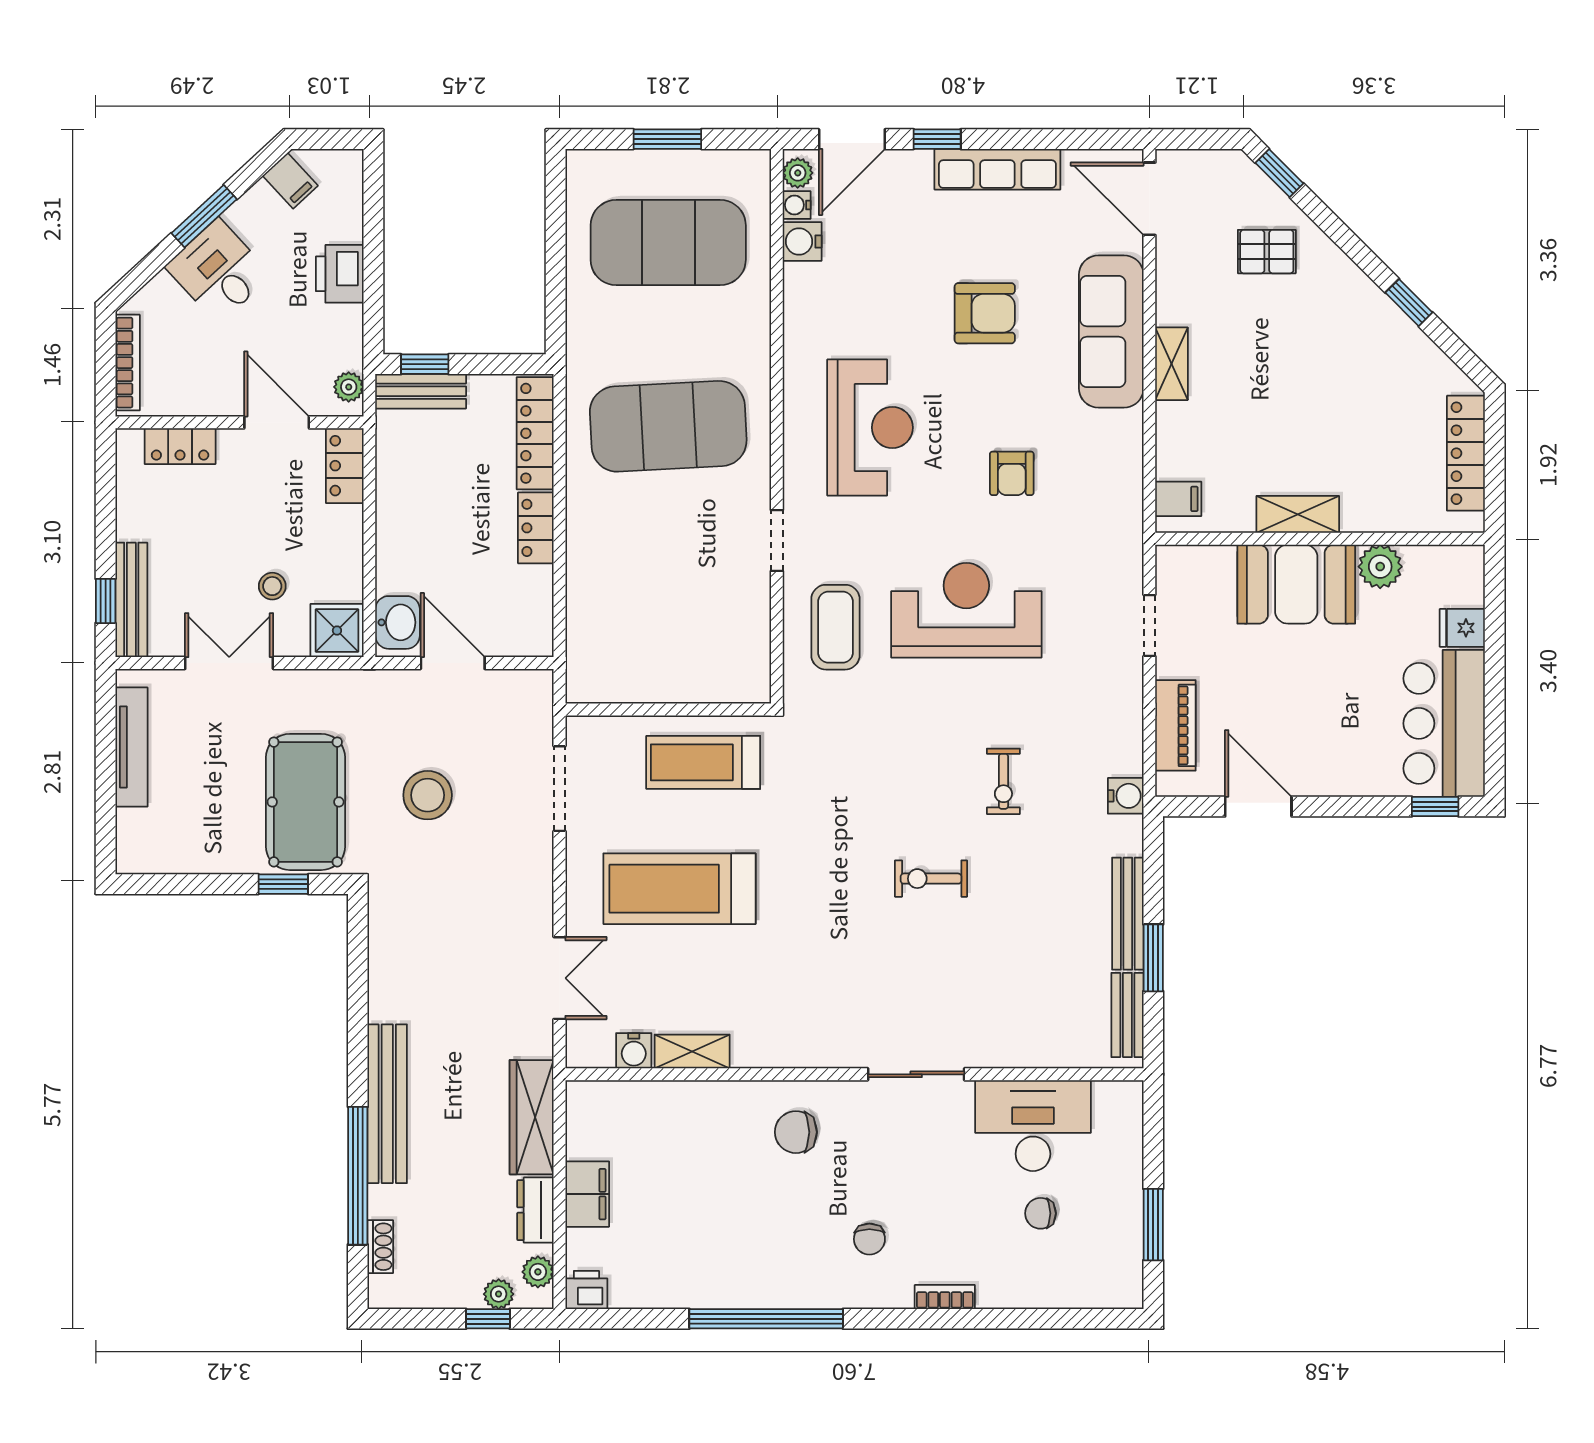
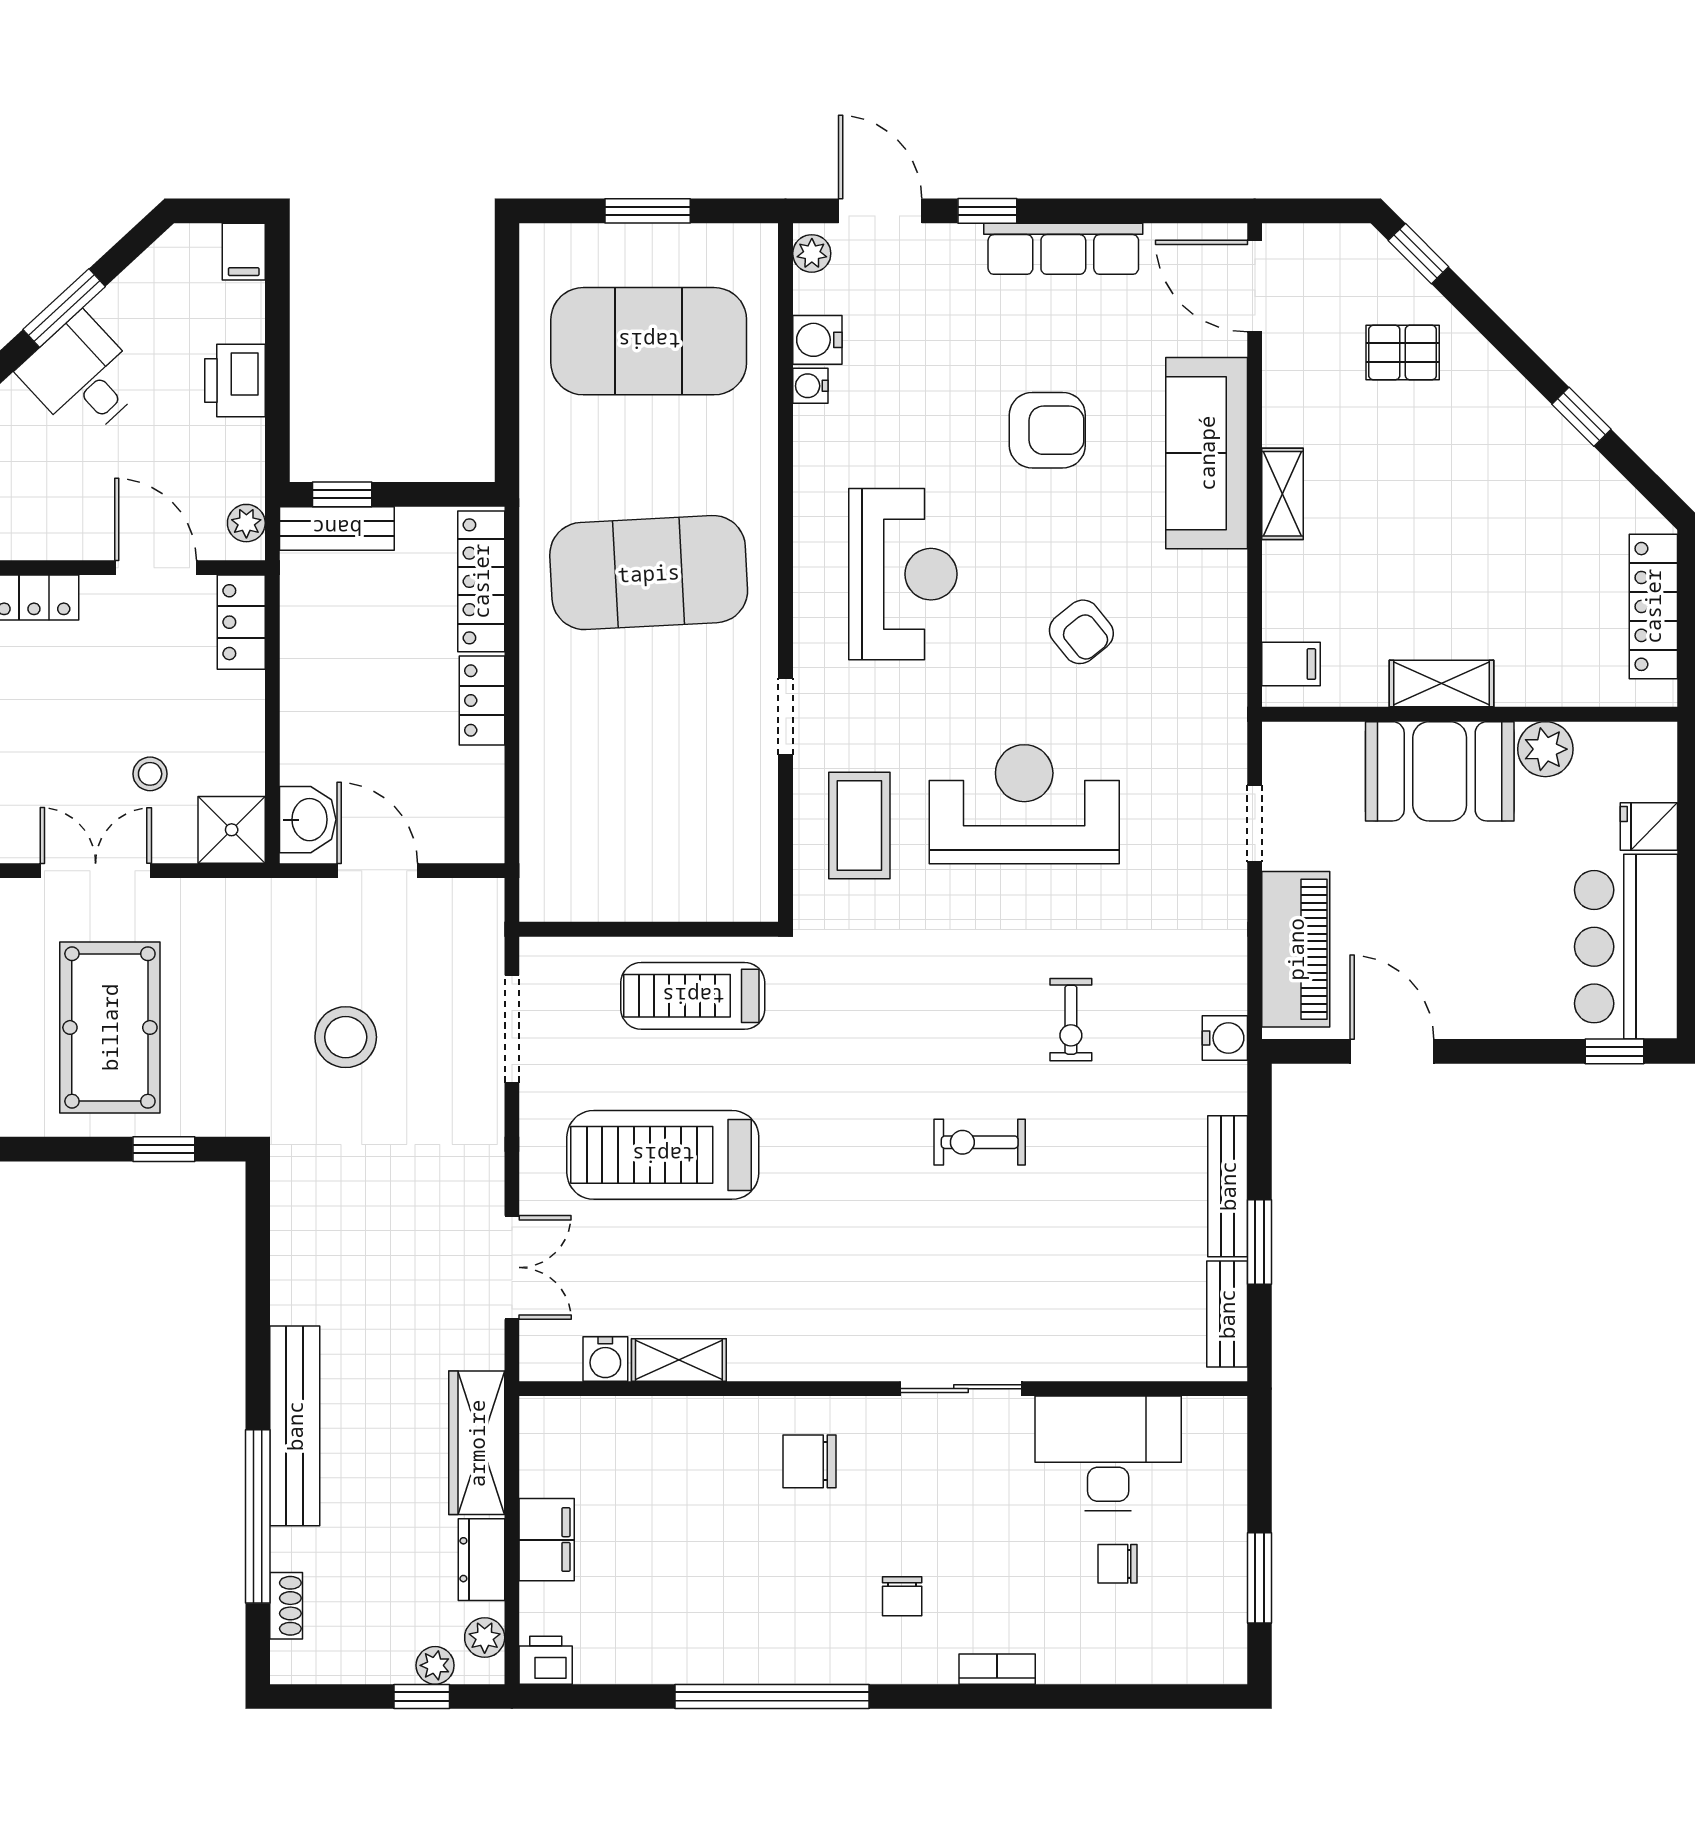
door: (852, 139) -> (880, 211), swing flipped
filing cabinet: (290, 181) -> (244, 252), moved, turned 43
water cooler: (797, 205) -> (810, 386), moved
armchair: (1012, 473) -> (1081, 632), turned -39
piano: (1175, 725) -> (1296, 949), width x1.37, depth x1.33
pool table: (306, 802) -> (110, 1027), moved

